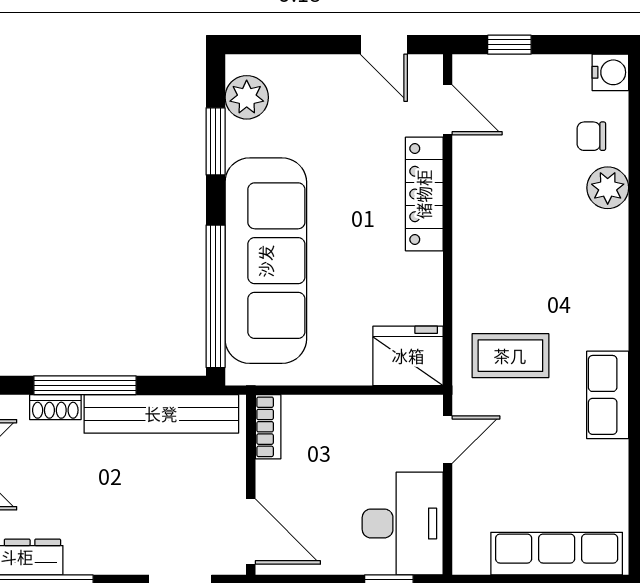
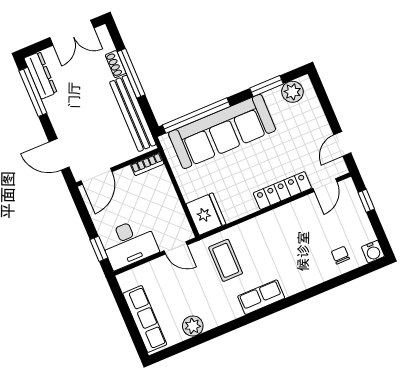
plant: (608, 188) -> (193, 326), moved
row of seats: (608, 395) -> (261, 297), moved

